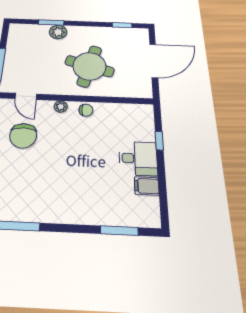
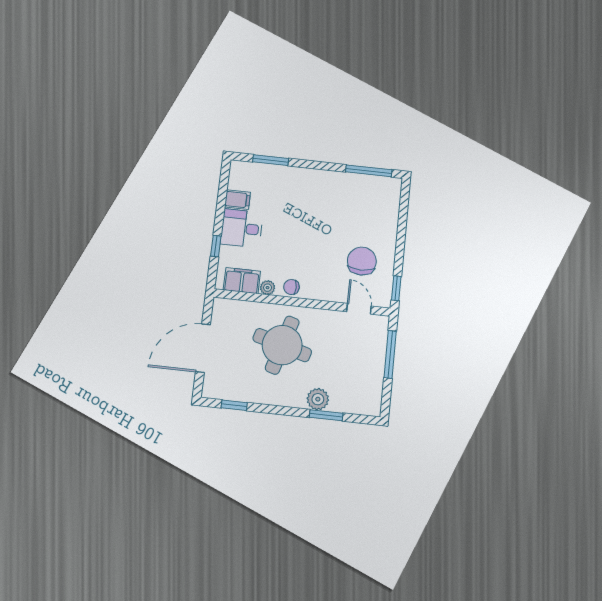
plant: (61, 107) -> (268, 288), moved
filing cabinet: (130, 113) -> (242, 281), added

